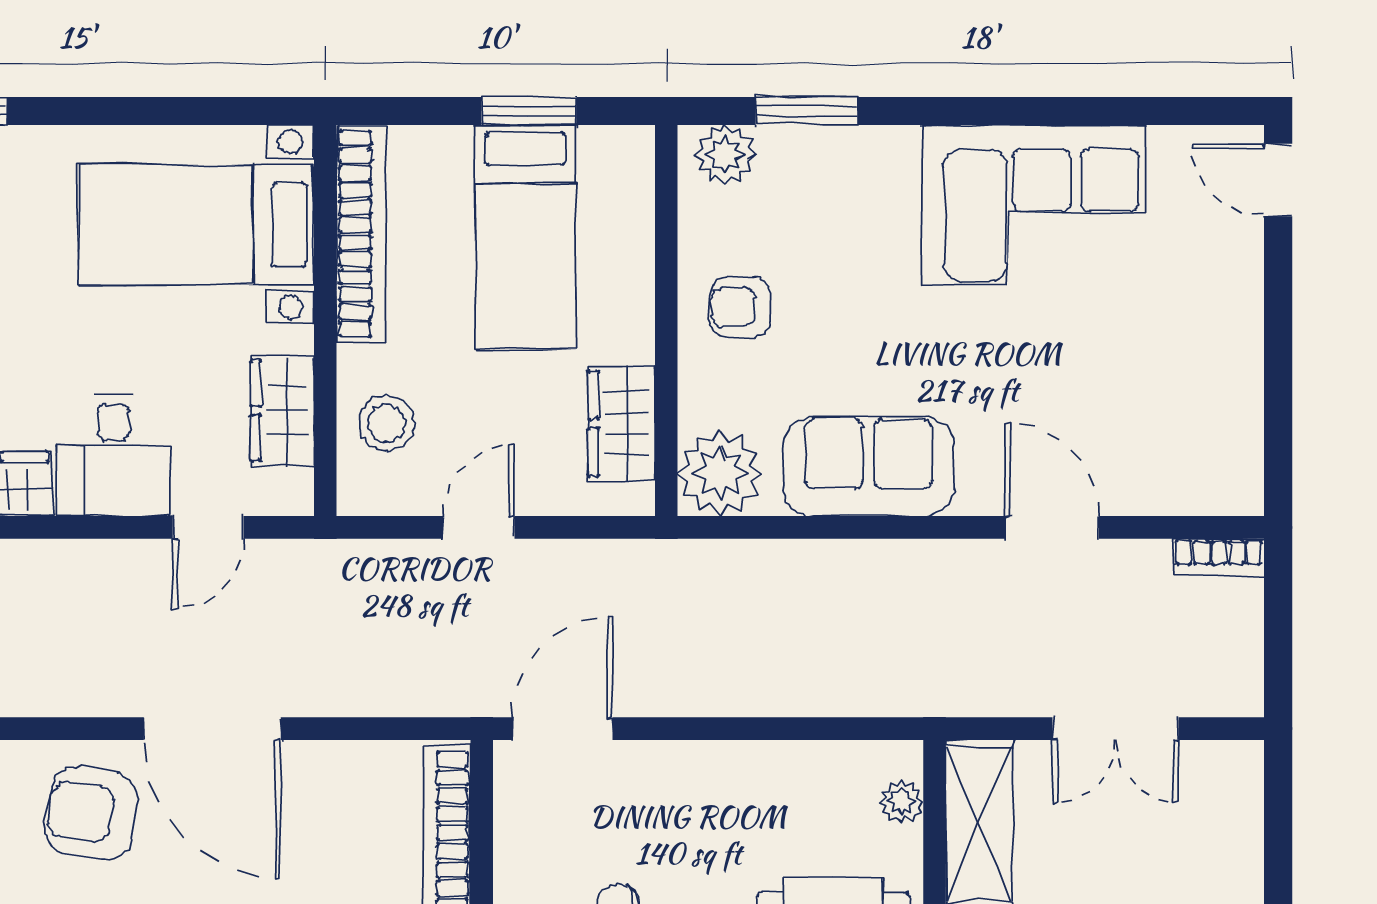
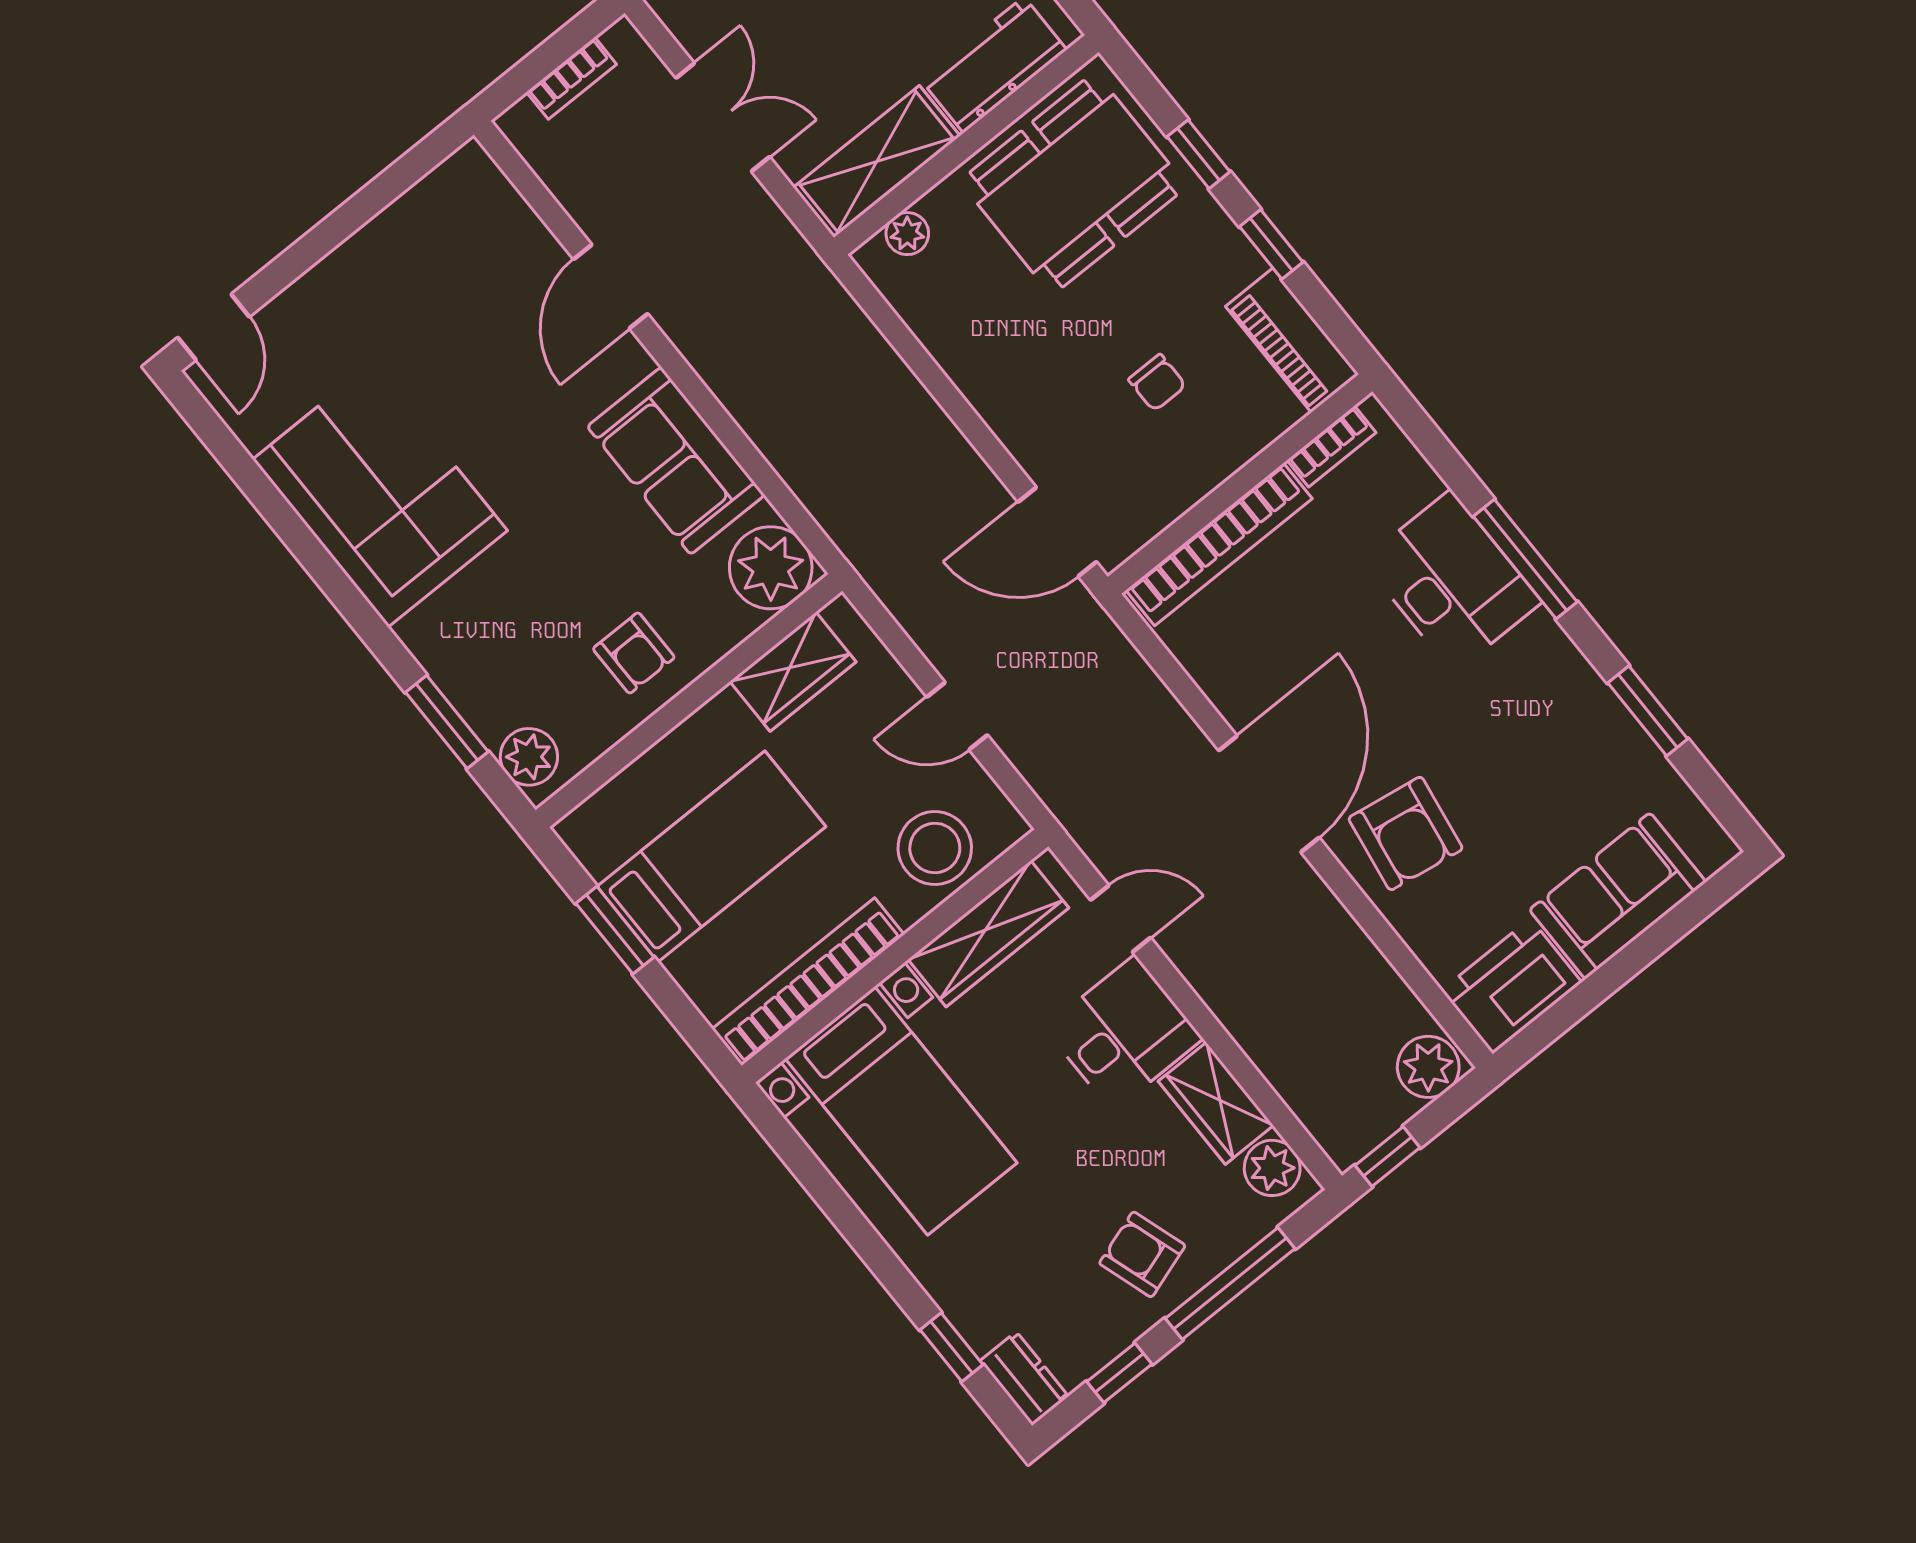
wardrobe: (282, 411) -> (988, 934), width x1.50
stool: (387, 423) -> (935, 848), width x1.38, depth x1.38
bookcase: (1219, 557) -> (571, 78), moved, turned 90

